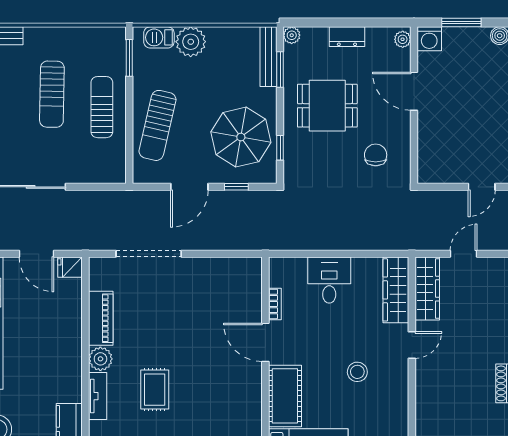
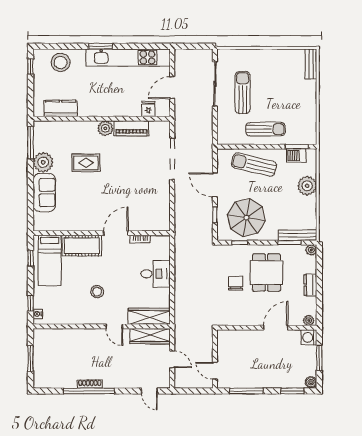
barbecue: (159, 37) -> (296, 155), moved, turned -90
sun lounger: (52, 94) -> (243, 93), moved, turned 89
chair: (376, 155) -> (236, 283), moved, turned -90
fridge: (70, 267) -> (148, 109), moved
tv unit: (98, 396) -> (82, 126), removed

